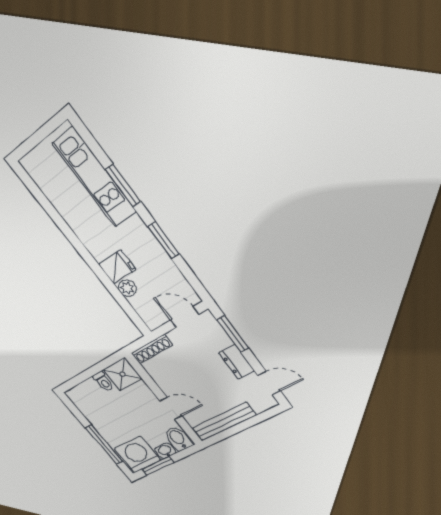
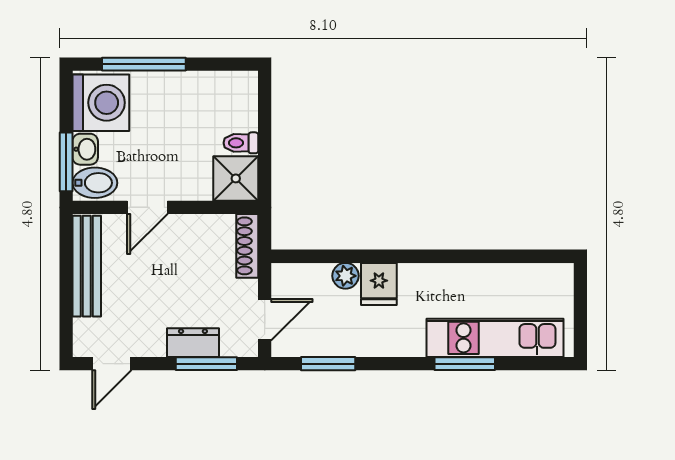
window: (163, 240) -> (328, 364), moved
dresser: (237, 362) -> (193, 343), moved
window: (158, 466) -> (66, 162), moved

